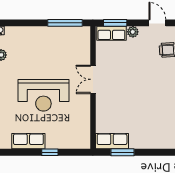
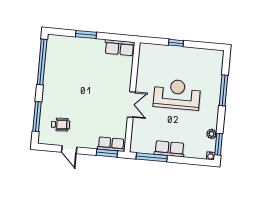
plant: (133, 32) -> (92, 144), removed
row of seats: (28, 141) -> (169, 149), moved, turned 180
window: (123, 152) -> (86, 34), moved

